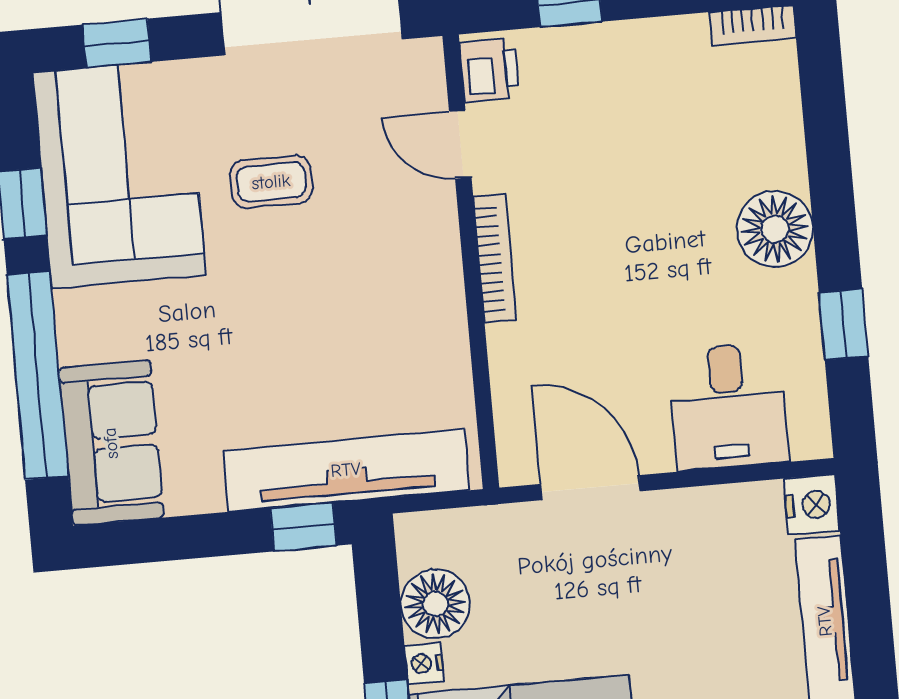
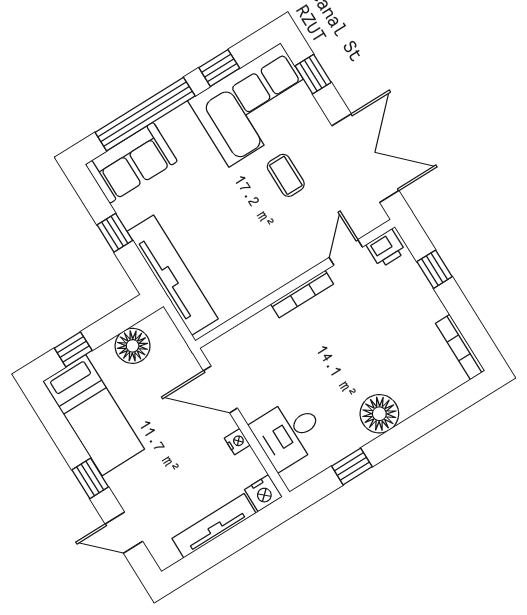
bookcase: (753, 25) -> (460, 347), width x1.56
door: (591, 488) -> (220, 389), swing flipped
window: (303, 527) -> (115, 233), moved
nightstand: (424, 663) -> (237, 442), moved, turned 90

